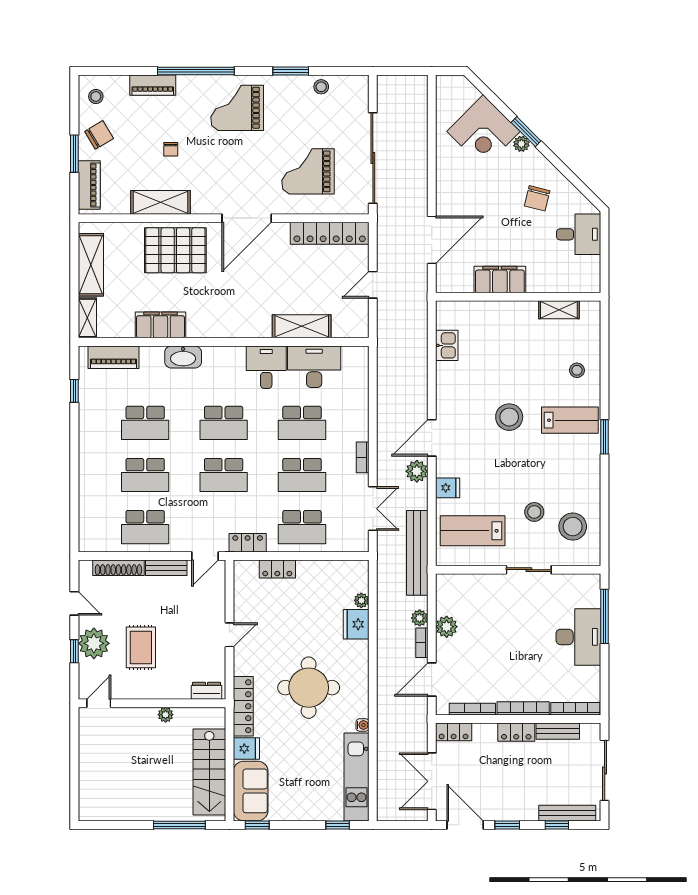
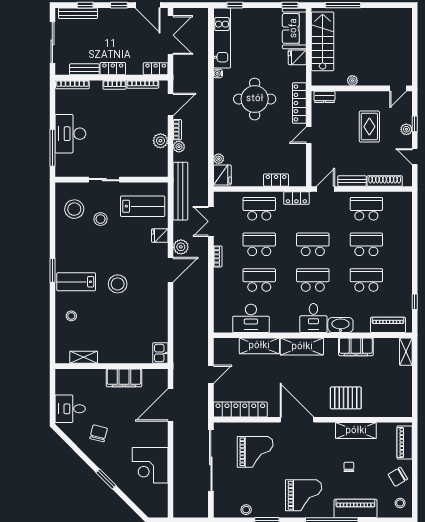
piano: (153, 85) -> (355, 508), width x1.37, depth x1.33
corner desk: (483, 131) -> (150, 465), moved, turned -135
plant: (521, 144) -> (109, 471), removed
window: (74, 154) -> (415, 464), removed
door: (247, 218) -> (297, 420), hinge flipped
pallet: (175, 250) -> (346, 398), width x0.73, depth x0.71
shelving: (91, 265) -> (302, 347), moved, turned 90
kitchen sink: (447, 345) -> (160, 353), moved
desk: (266, 367) -> (313, 318), moved
fridge: (356, 624) -> (222, 175), moved
plant: (94, 643) -> (406, 129), width x0.53, depth x0.53
locker: (243, 706) -> (299, 103), moved
bookcase: (523, 708) -> (115, 85), width x0.64

